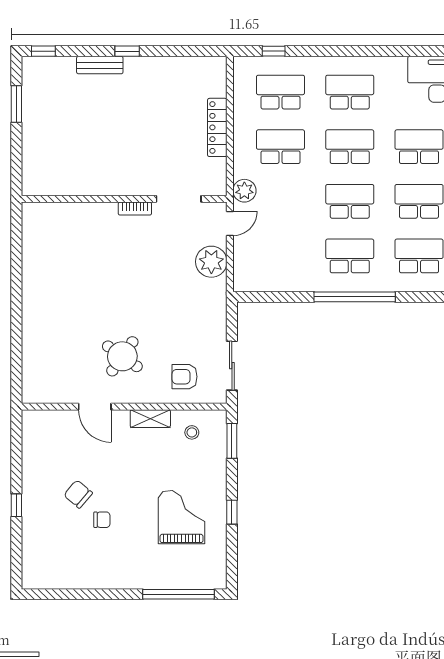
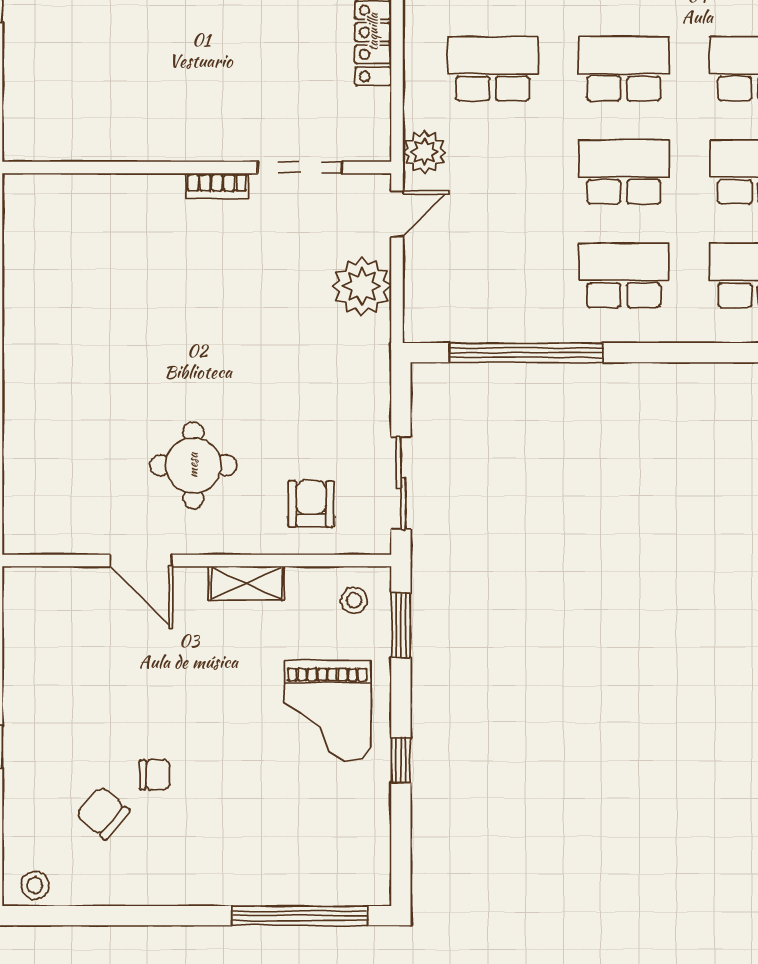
window: (355, 297) -> (526, 353), moved
round table: (122, 356) -> (193, 465), turned -35
armchair: (185, 377) -> (311, 504), turned 90
stool: (192, 432) -> (354, 600), moved
chair: (78, 494) -> (103, 813), moved
grand piano: (182, 517) -> (327, 711), moved, turned 180
stool: (39, 578) -> (35, 885), added

